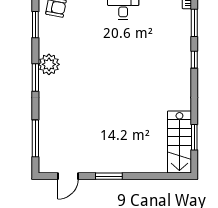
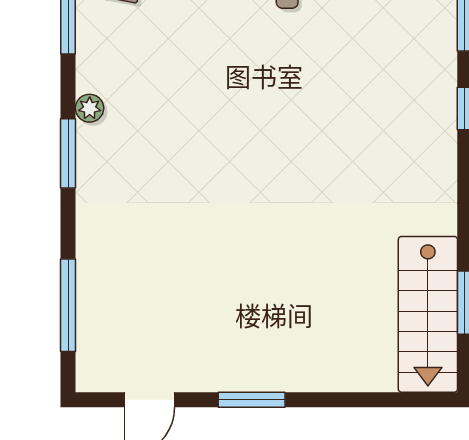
plant: (49, 64) -> (90, 108), width x0.53, depth x0.53

